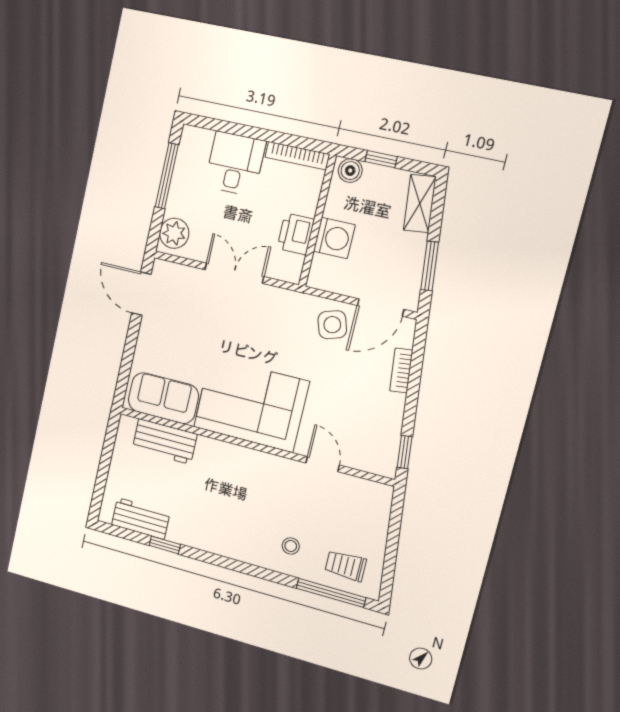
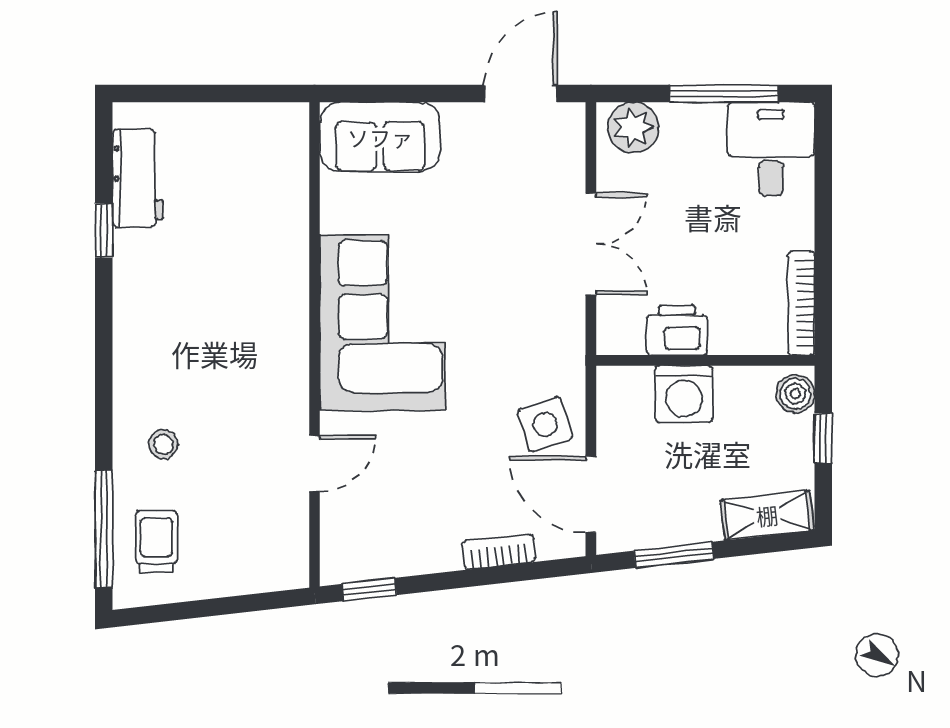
desk: (235, 164) -> (771, 149), moved, turned -90
sofa: (163, 398) -> (380, 137), moved, turned 90
workbench: (165, 441) -> (282, 190), removed

